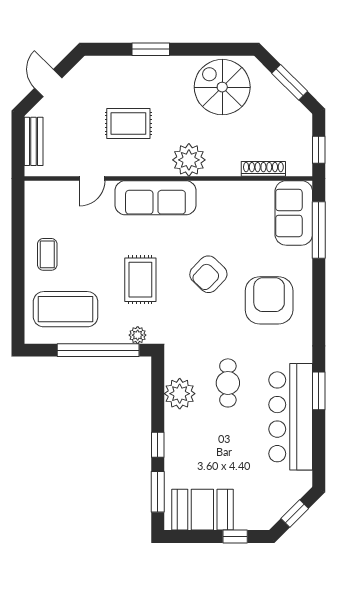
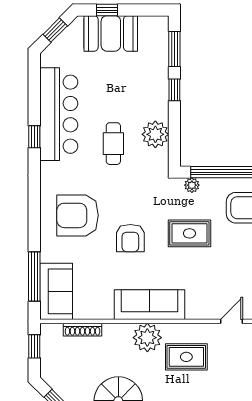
rug: (128, 123) -> (186, 357), moved
sofa: (155, 198) -> (150, 305), moved
armchair: (208, 274) -> (130, 238), turned 136
rug: (140, 280) -> (189, 233), turned 90
armchair: (269, 300) -> (78, 215), turned 90
window: (319, 391) -> (34, 137), width x0.67
booth: (202, 510) -> (111, 33), moved

